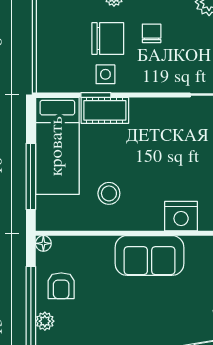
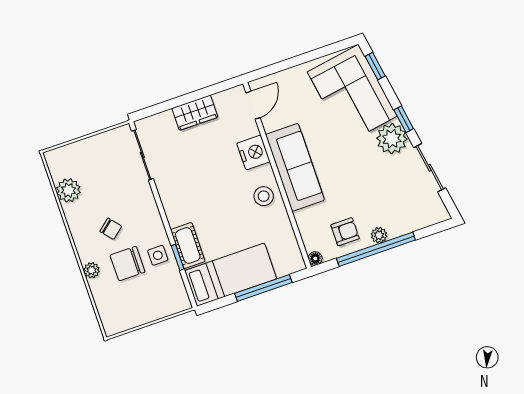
chair: (152, 33) -> (111, 229), turned -130
chair: (108, 38) -> (127, 264), turned -90
stool: (109, 193) -> (264, 196), moved
sofa: (150, 255) -> (295, 167), width x1.36

